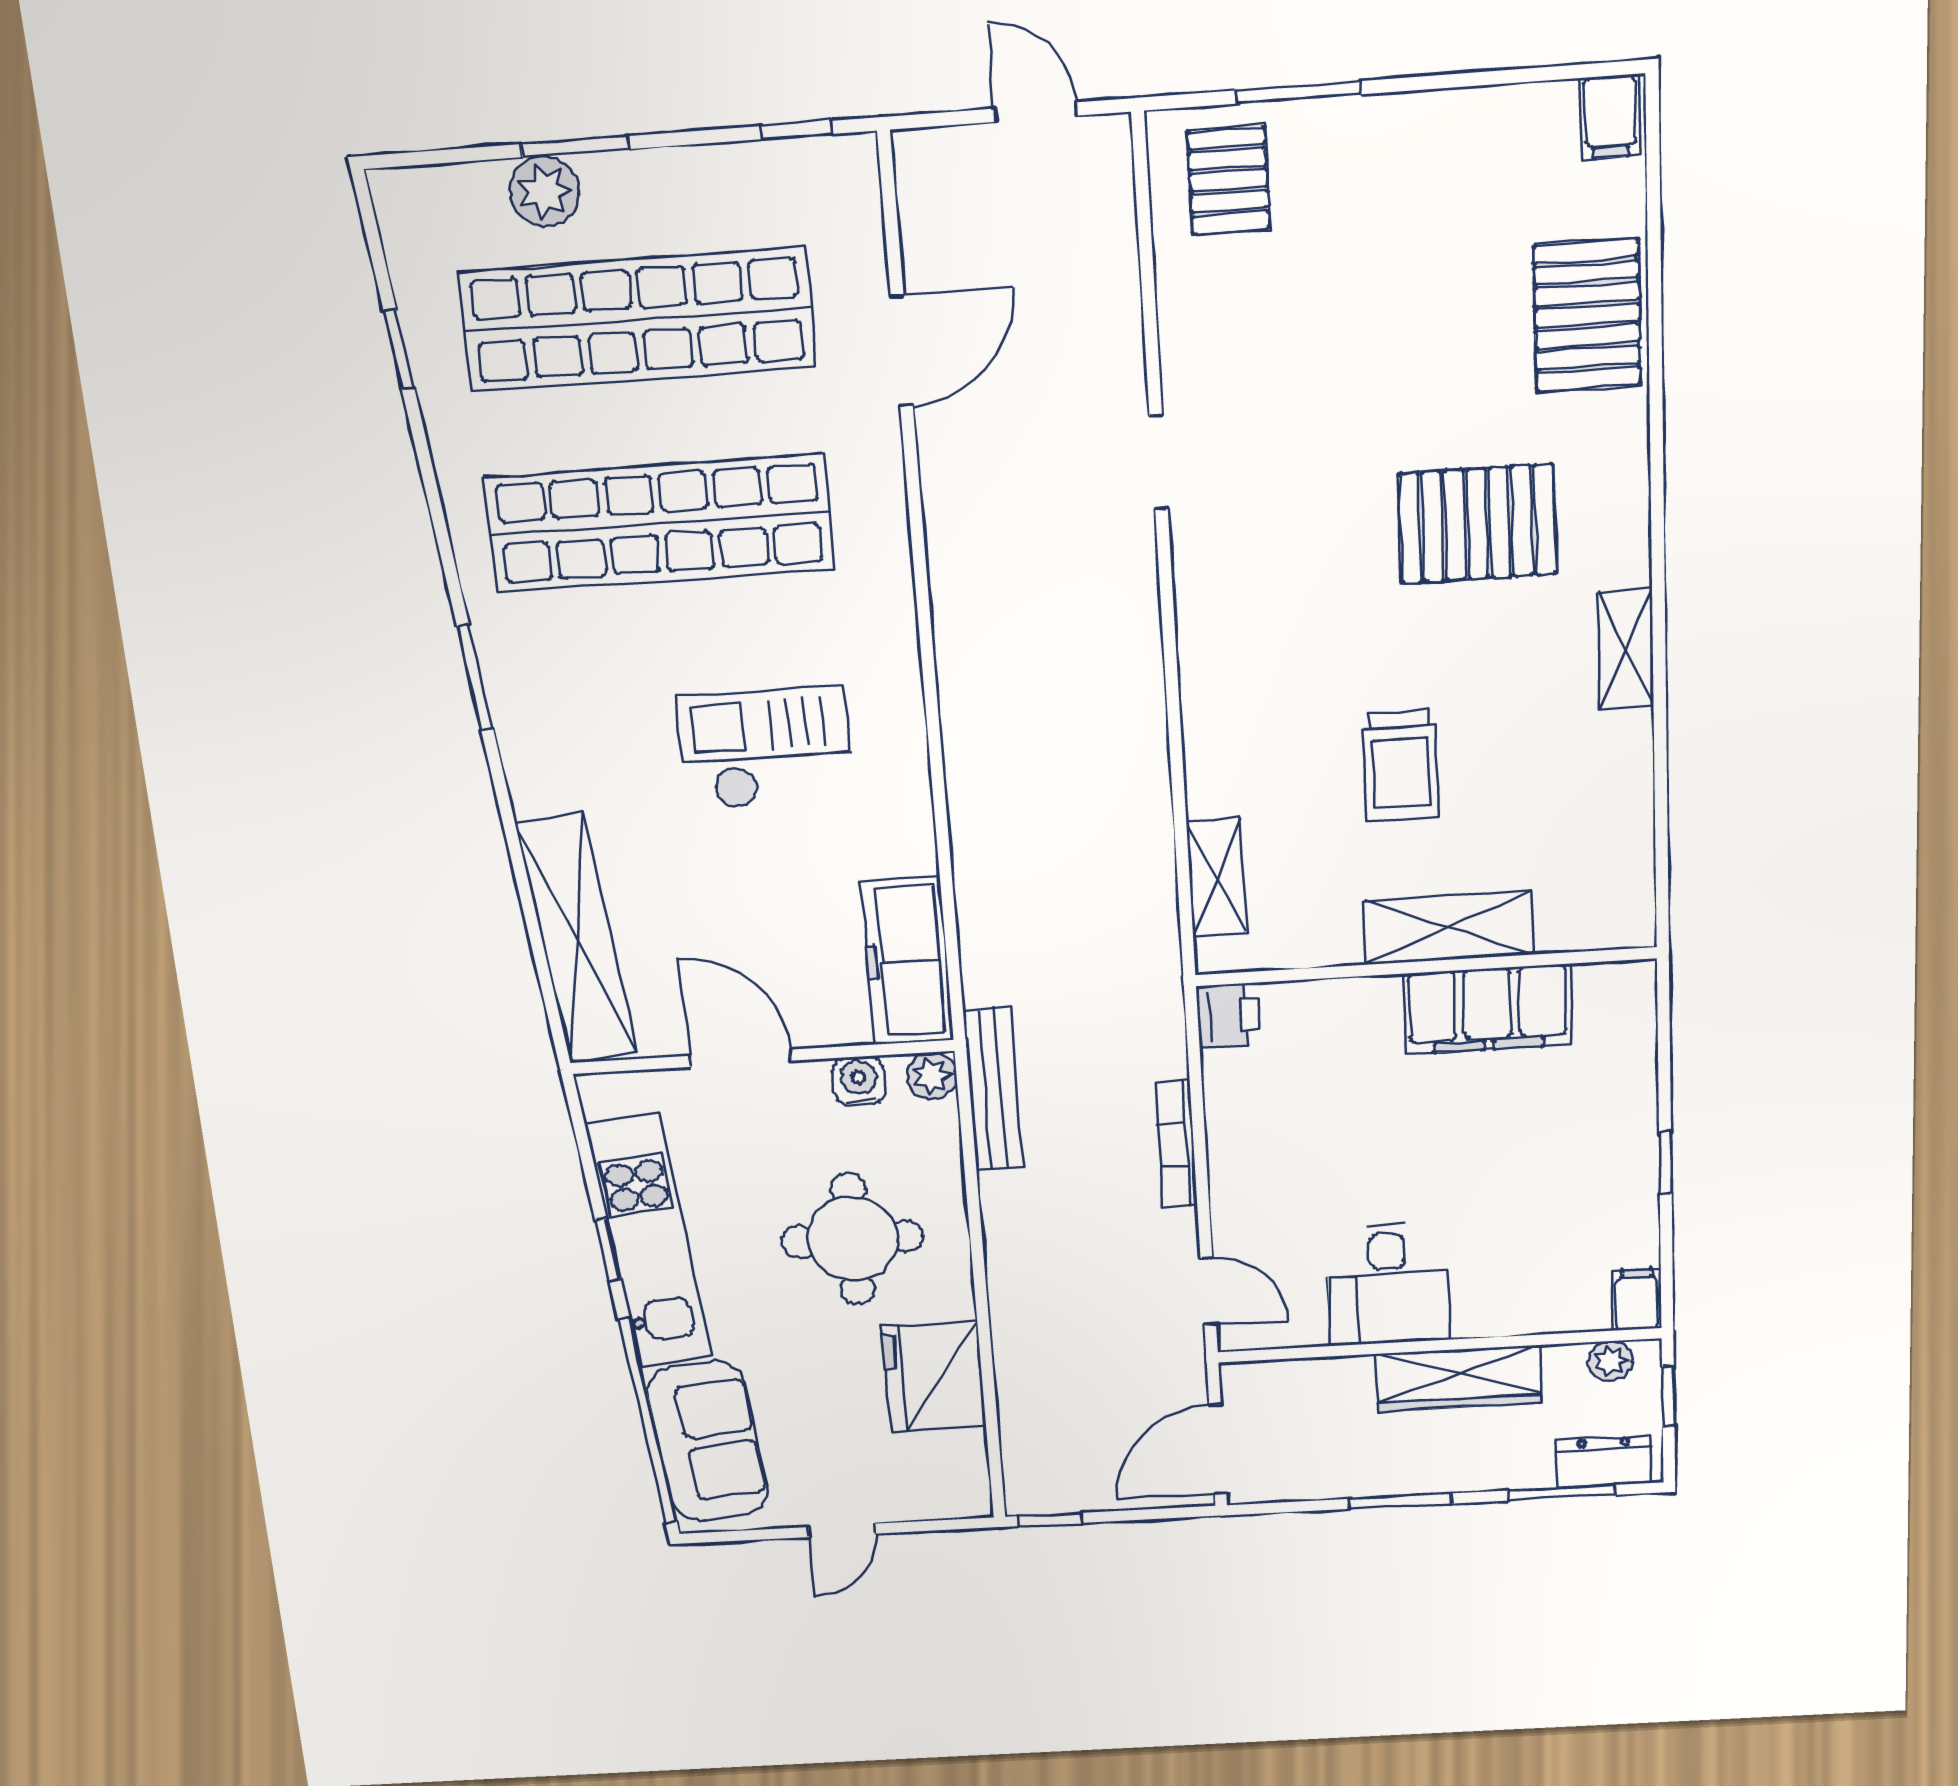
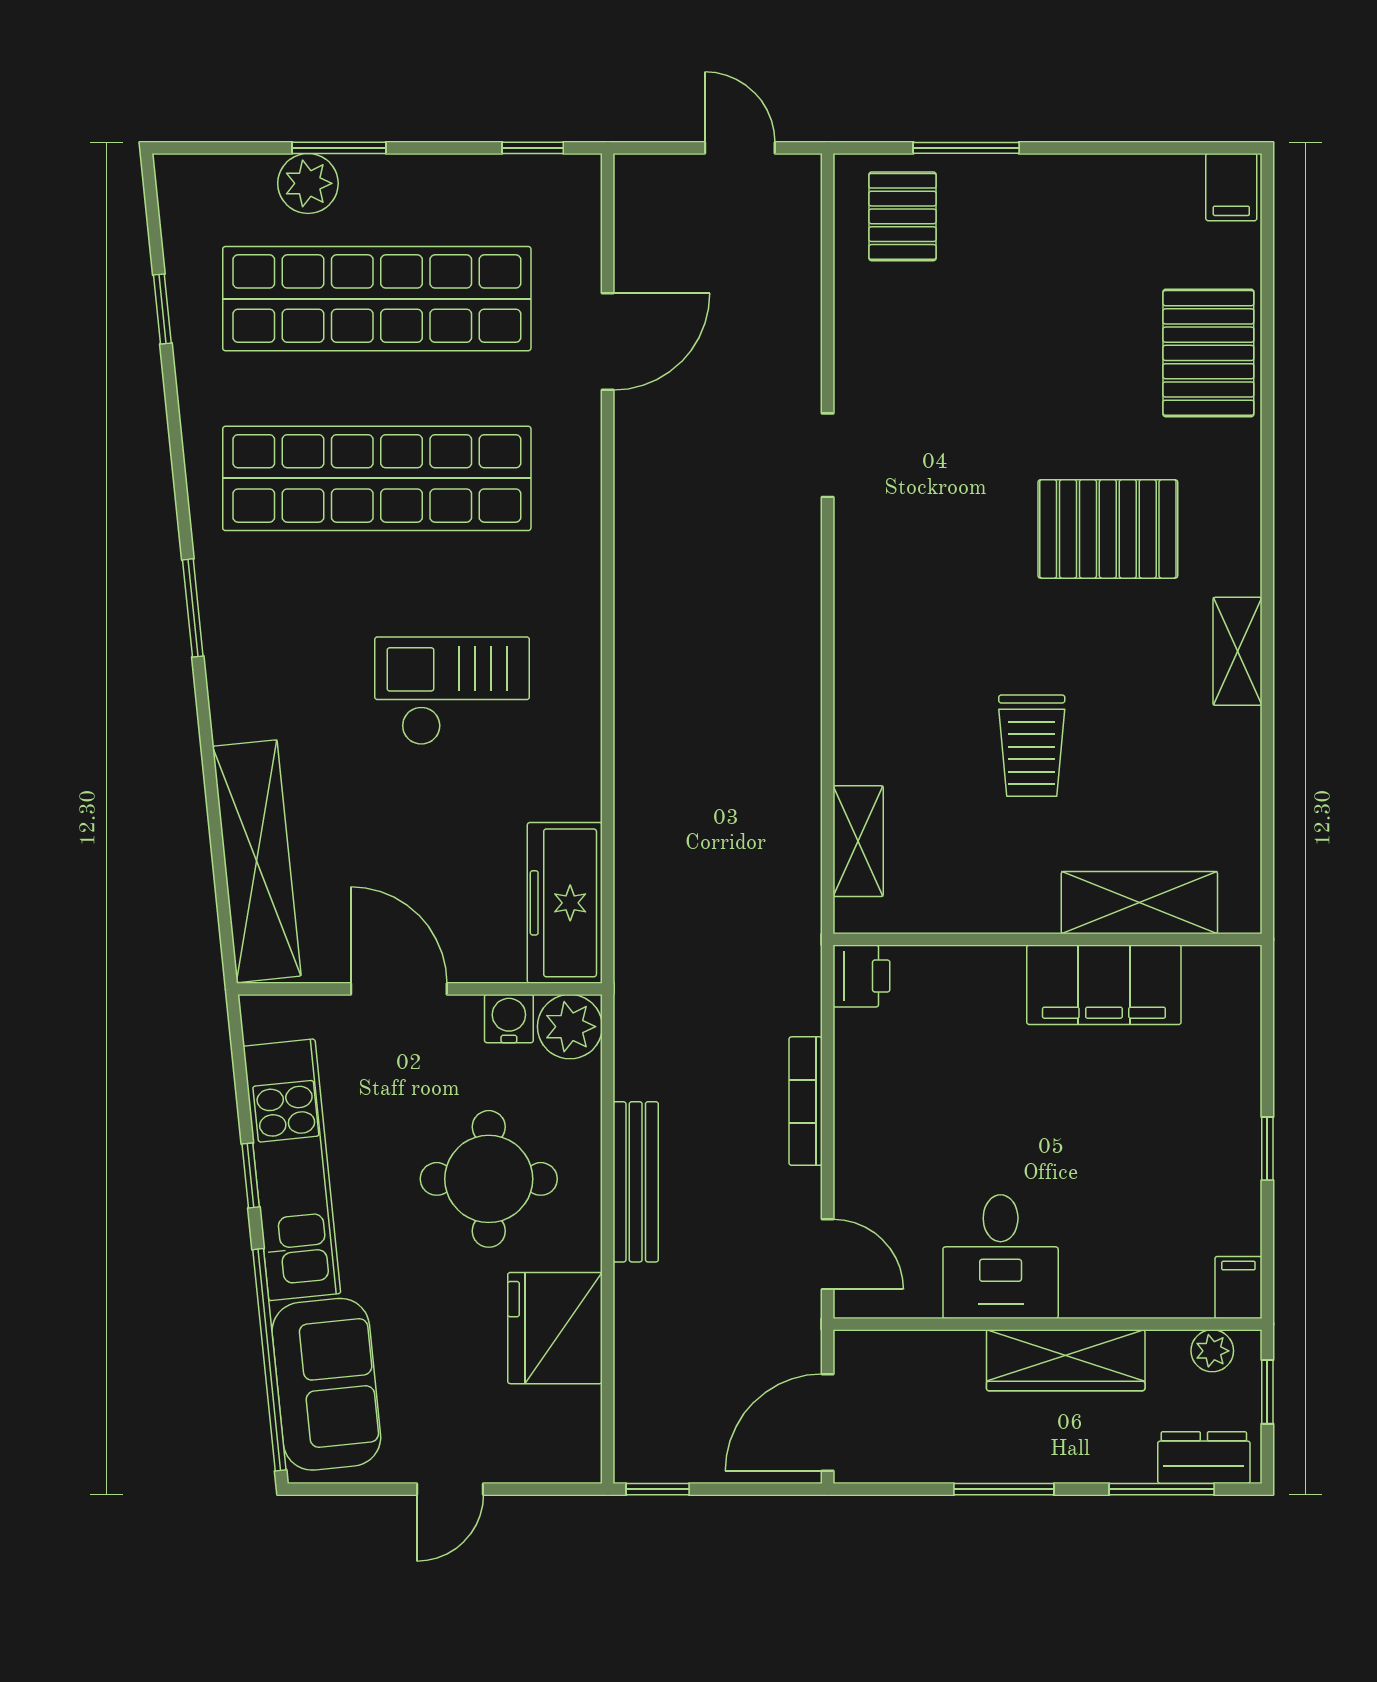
shelving: (1448, 928) -> (1139, 903), moved
plant: (932, 1076) -> (570, 1027), width x1.38, depth x1.38
bench: (993, 1089) -> (636, 1182), moved

